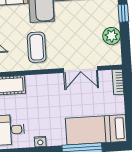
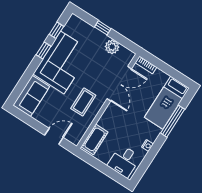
coffee table: (37, 47) -> (83, 102), turned 90
double door: (81, 69) -> (119, 84), width x1.37

